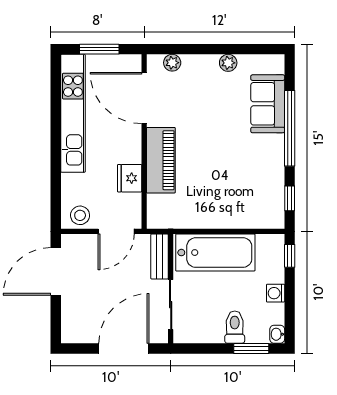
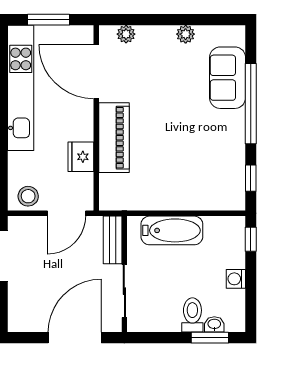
bathtub: (215, 253) -> (172, 230), width x0.73, depth x0.73
washbasin: (277, 334) -> (214, 324), moved, turned 90

